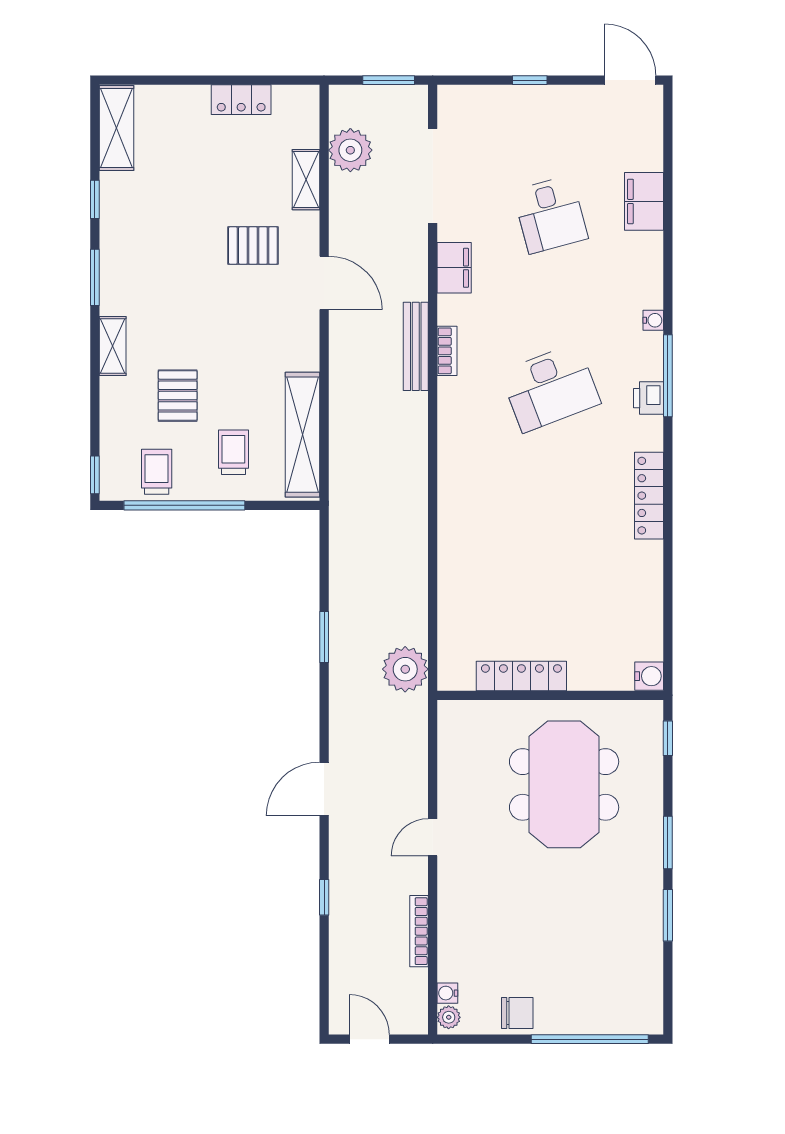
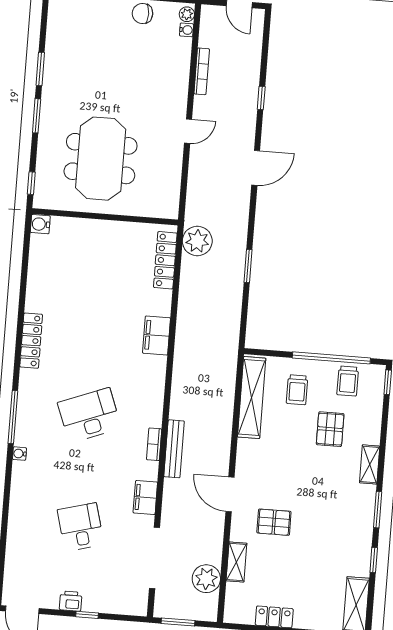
filing cabinet: (644, 201) -> (157, 335), moved, turned 180
printer: (649, 398) -> (71, 601), moved, turned -90
locker: (521, 676) -> (165, 260), moved, turned 90

